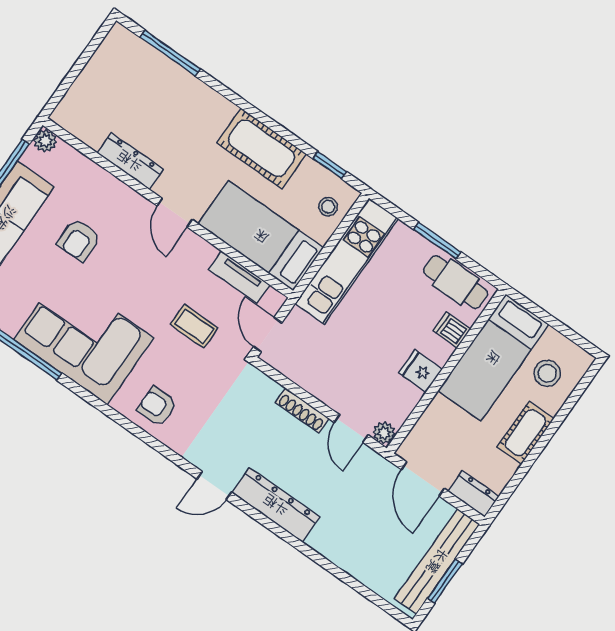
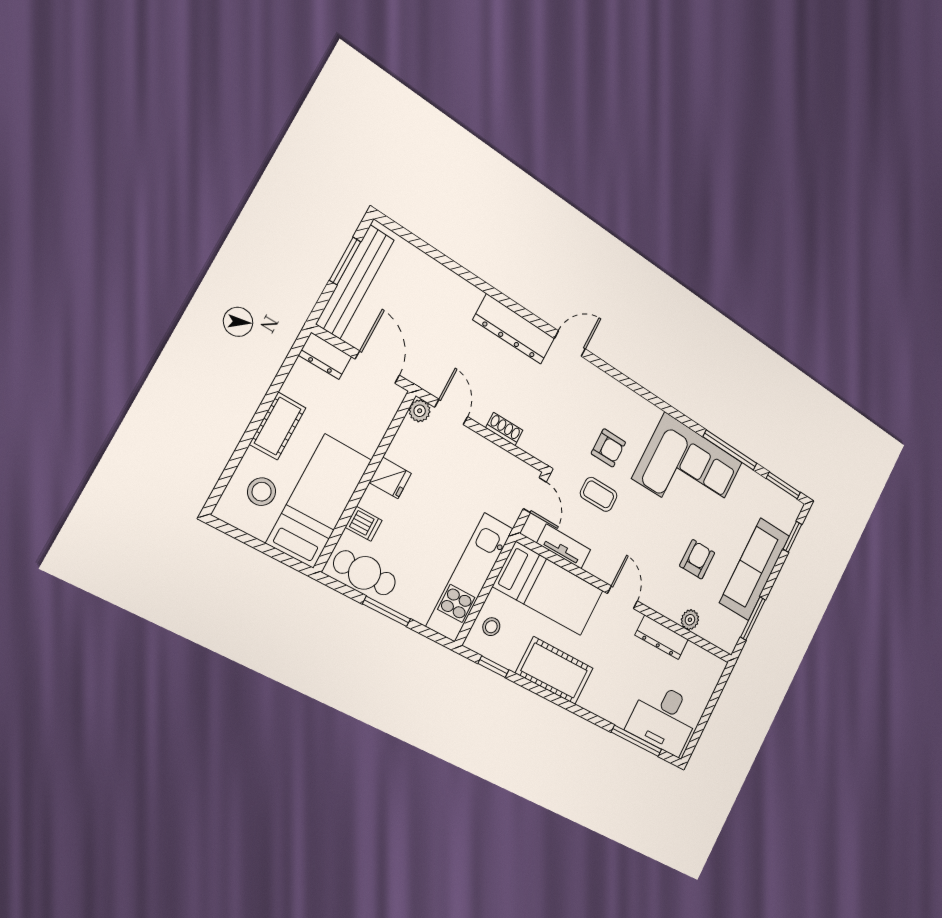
desk: (134, 71) -> (664, 718), added
plant: (45, 141) -> (690, 620), moved
armchair: (157, 406) -> (608, 448), moved
shoe rack: (302, 410) -> (504, 429), width x0.70

